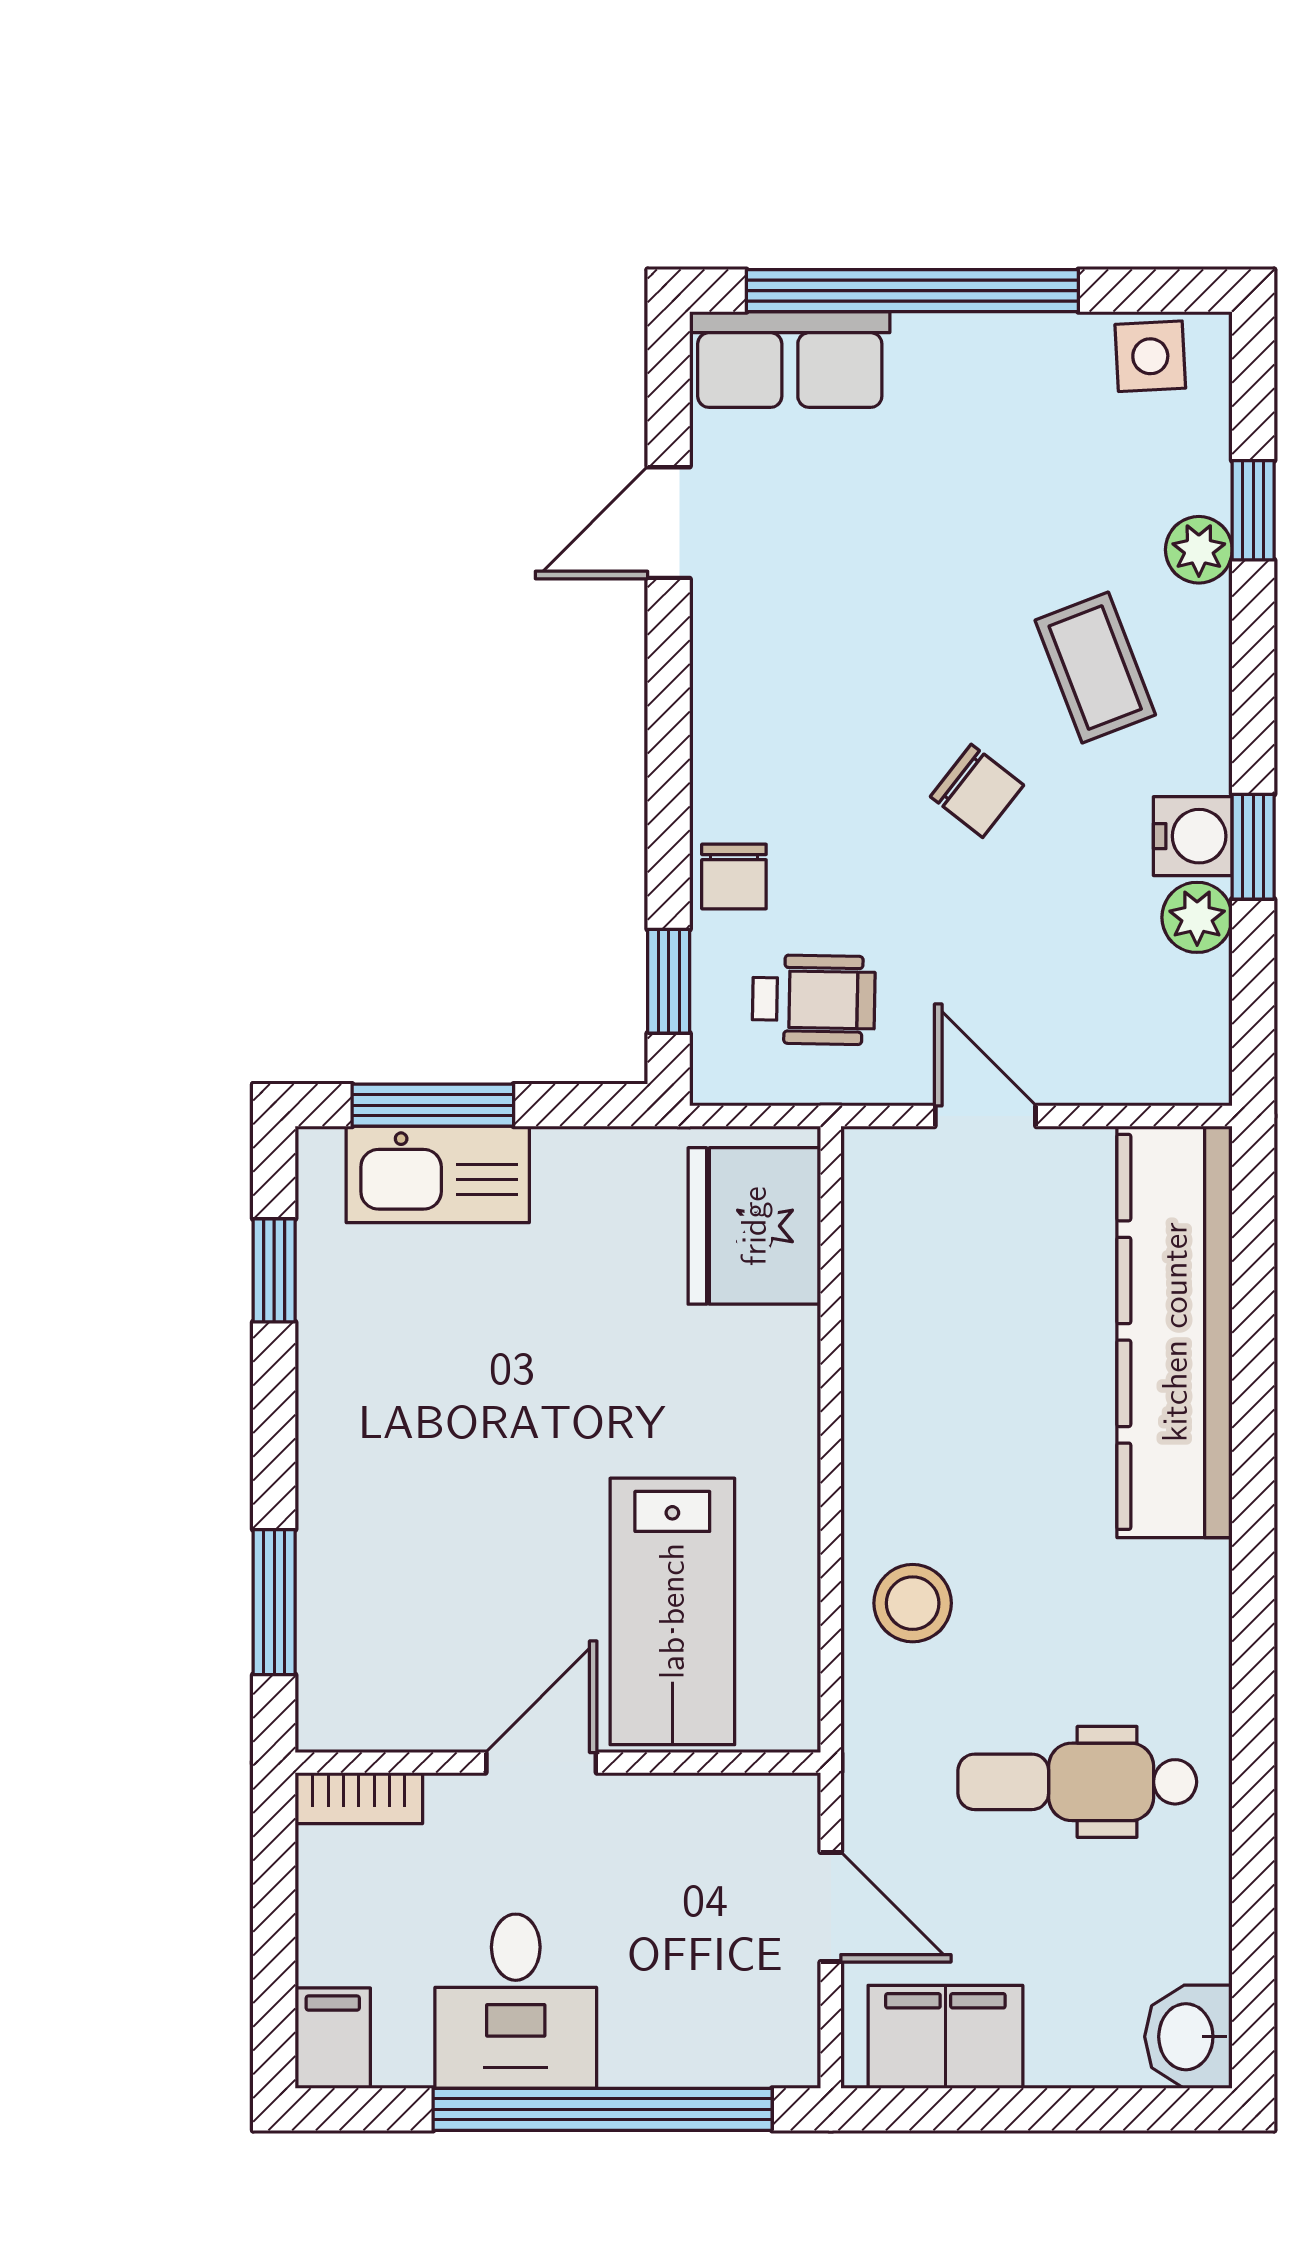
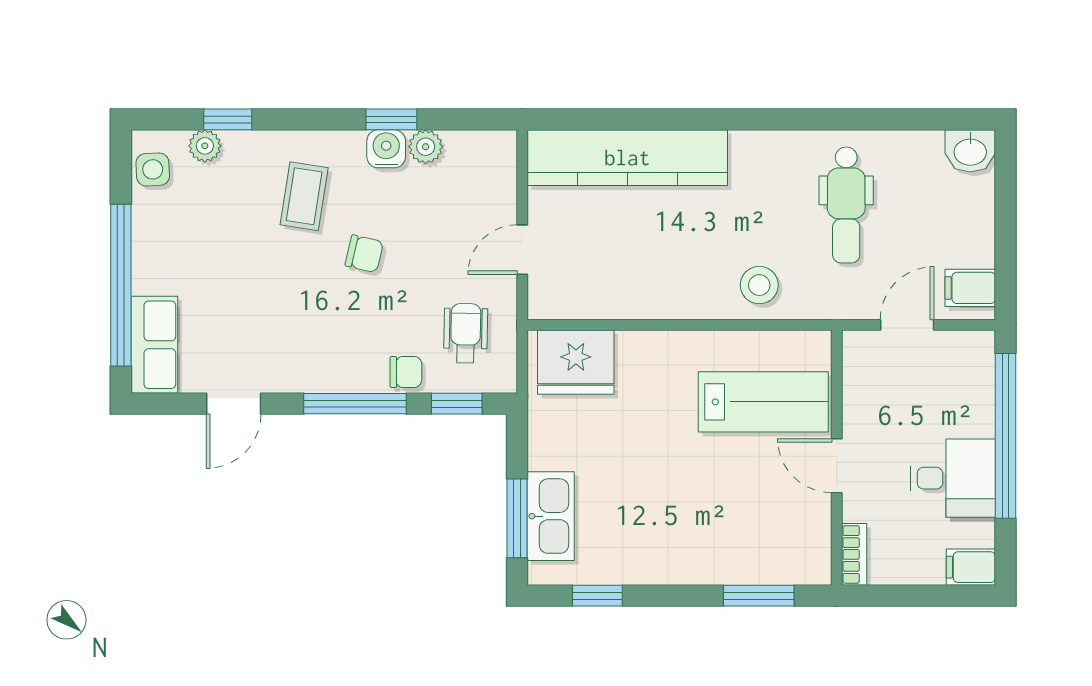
door: (669, 523) -> (234, 404), hinge flipped
plant: (1199, 550) -> (205, 146), moved
coffee table: (1095, 668) -> (304, 196), turned -60
window: (669, 772) -> (355, 404), added
chair: (977, 791) -> (364, 254), turned 65
filing cabinet: (945, 2037) -> (970, 288), width x0.50

